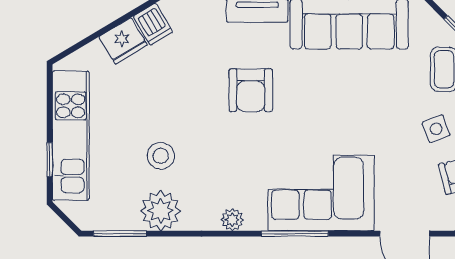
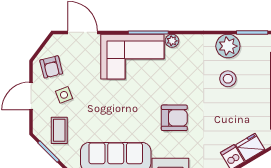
armchair: (251, 90) -> (174, 118), turned 90
plant: (232, 220) -> (172, 41), moved

